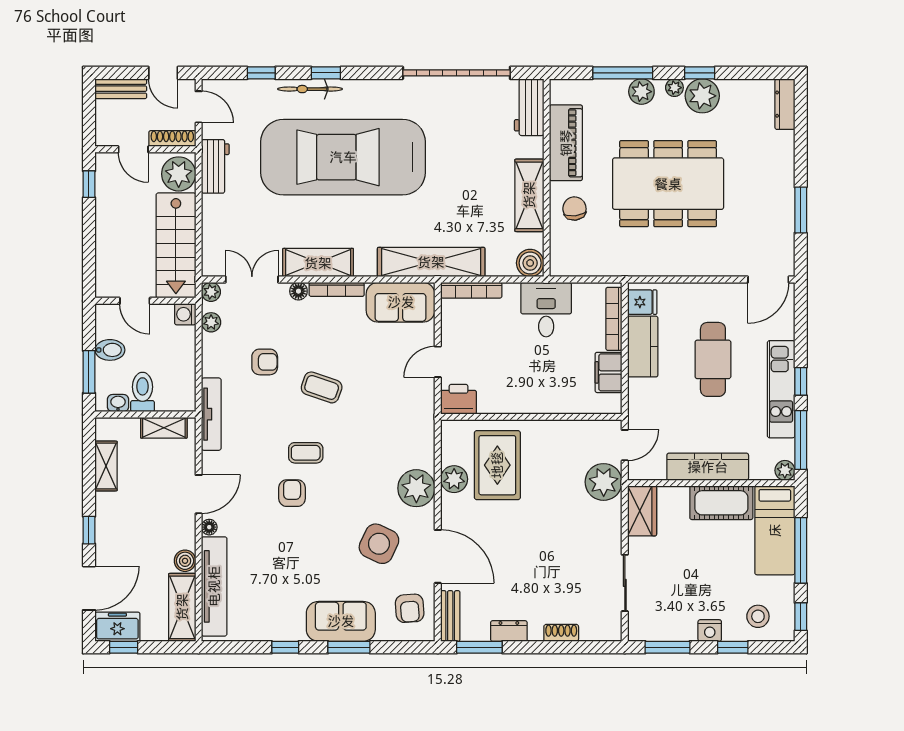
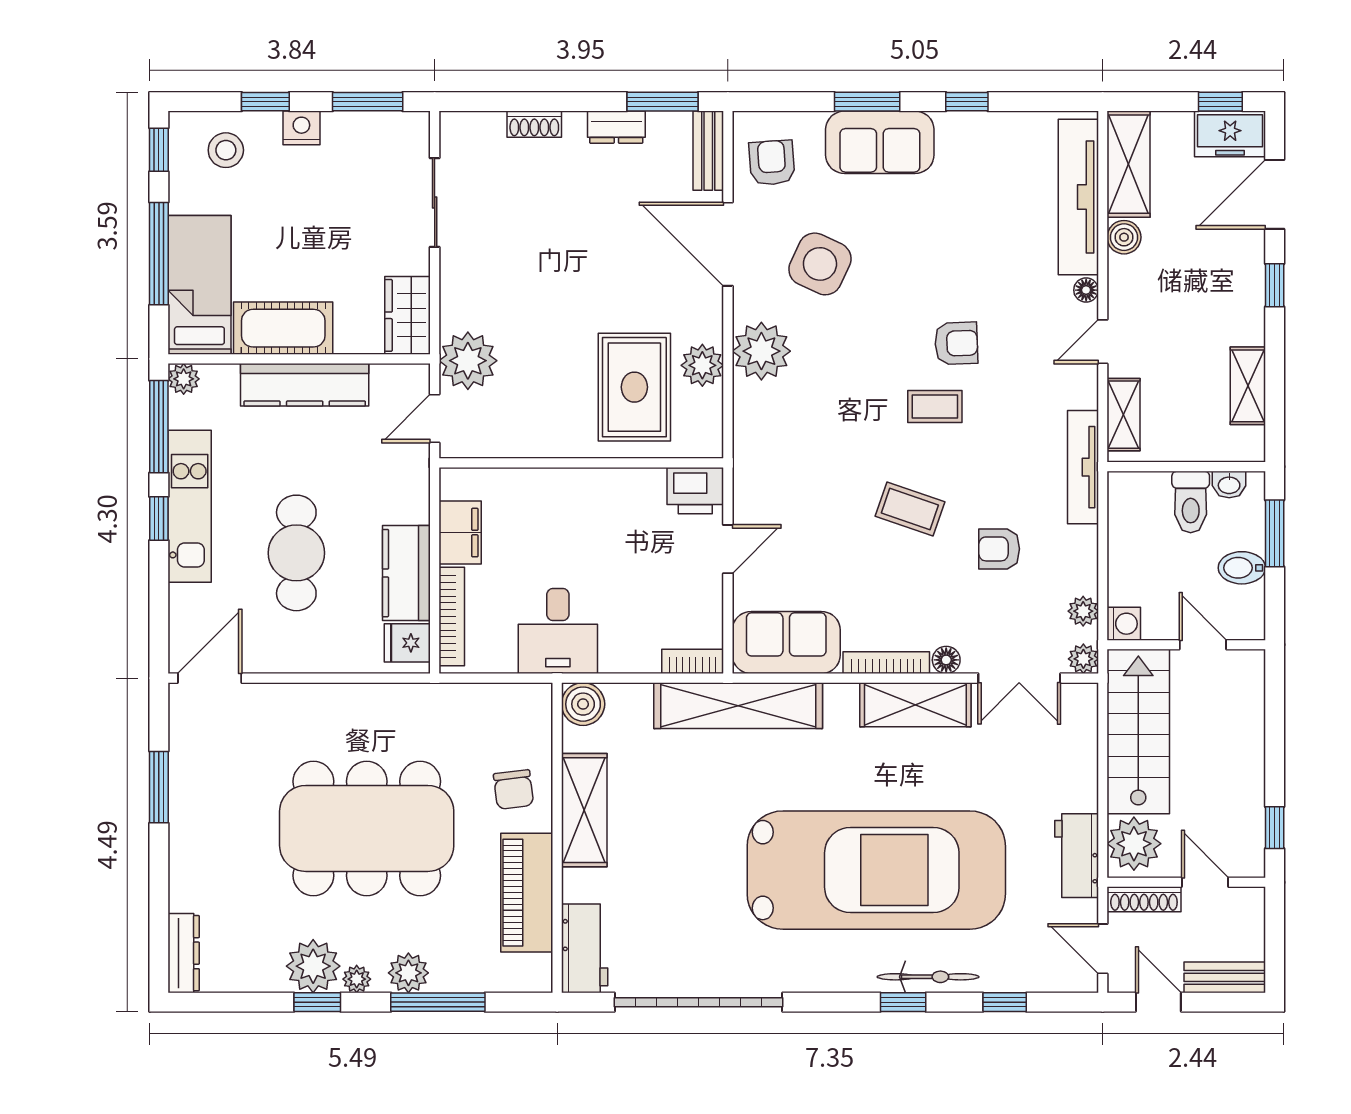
bookcase: (471, 290) -> (693, 661), width x0.64
shelving: (164, 428) -> (1124, 415), moved, turned 90
armchair: (292, 493) -> (956, 343), turned -92
door: (199, 494) -> (1103, 342), width x0.73

